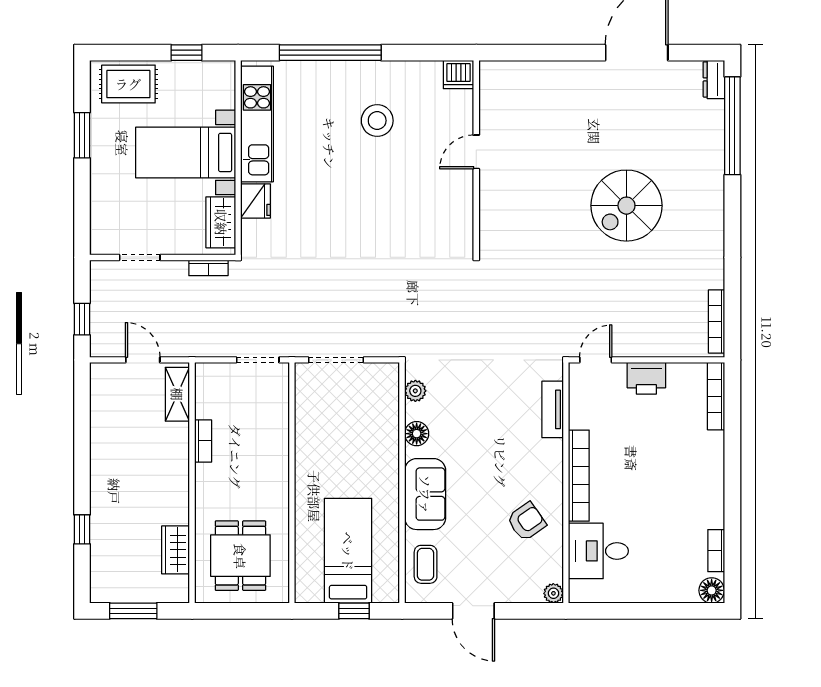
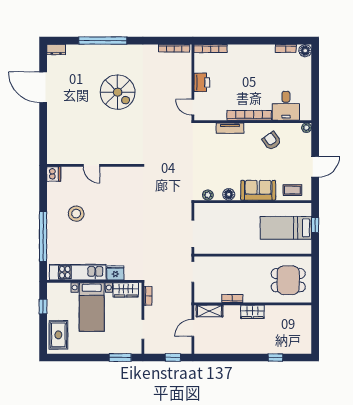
window: (732, 126) -> (103, 41), moved
window: (82, 135) -> (120, 358), moved
tv unit: (553, 409) -> (230, 128), moved
wardrobe: (176, 550) -> (252, 312), moved
window: (133, 611) -> (315, 333), removed

